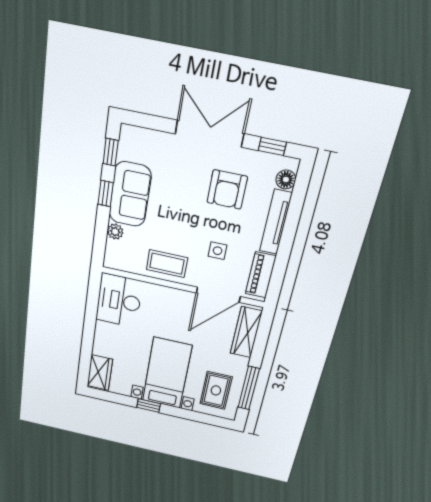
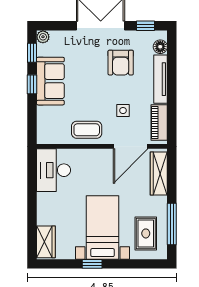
plant: (115, 232) -> (43, 37), moved

